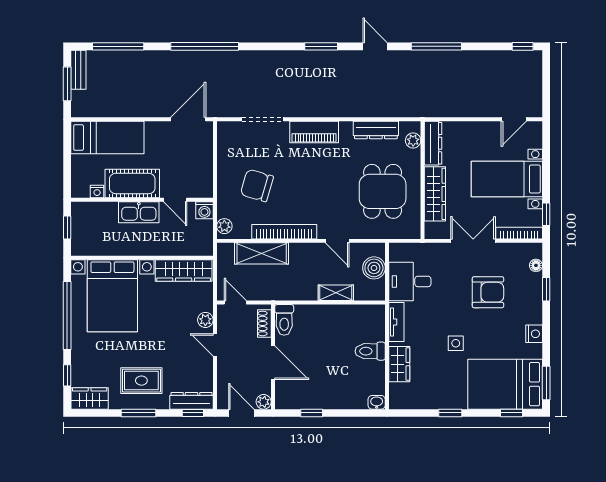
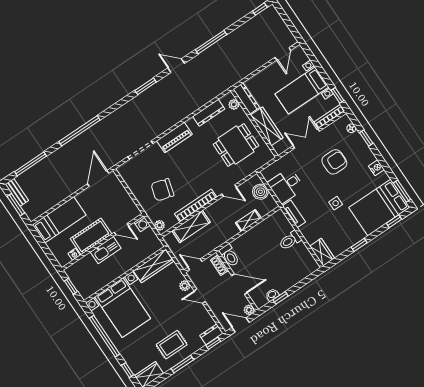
dining table: (383, 191) -> (236, 145), turned 90
wardrobe: (399, 364) -> (322, 252), moved
dresser: (192, 401) -> (211, 334), width x0.70
washbasin: (377, 402) -> (272, 295), moved

